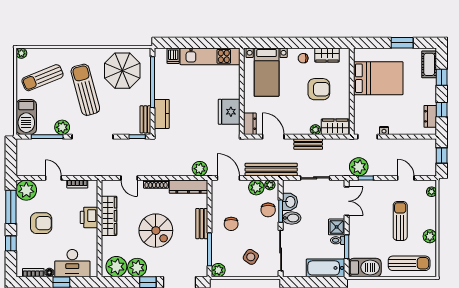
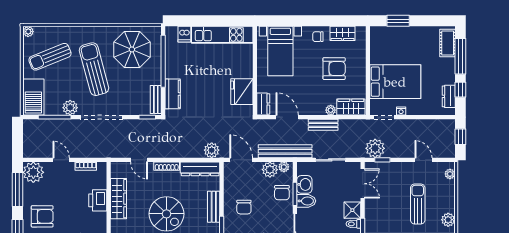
window: (402, 43) -> (398, 21), moved
window: (442, 77) -> (460, 56), width x2.17
bed: (378, 78) -> (395, 82), moved
armchair: (41, 223) -> (42, 216), moved

